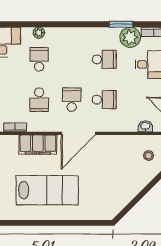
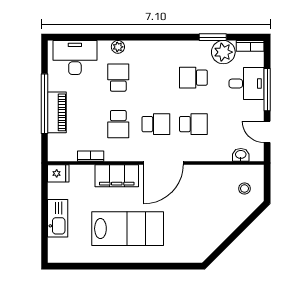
school desk: (104, 59) -> (193, 78), turned 180
school desk: (72, 100) -> (156, 124), turned 90

